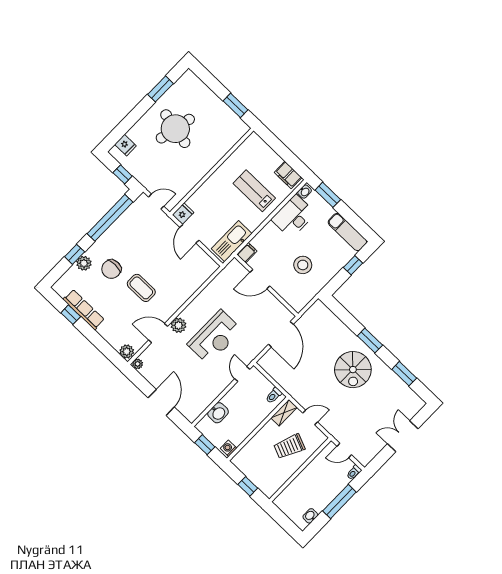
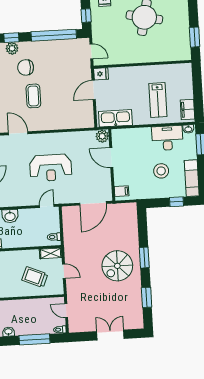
lab bench: (254, 191) -> (158, 100), turned 180
filing cabinet: (247, 253) -> (122, 191), moved
stool: (303, 265) -> (161, 171), moved
plant: (179, 325) -> (102, 136), moved

